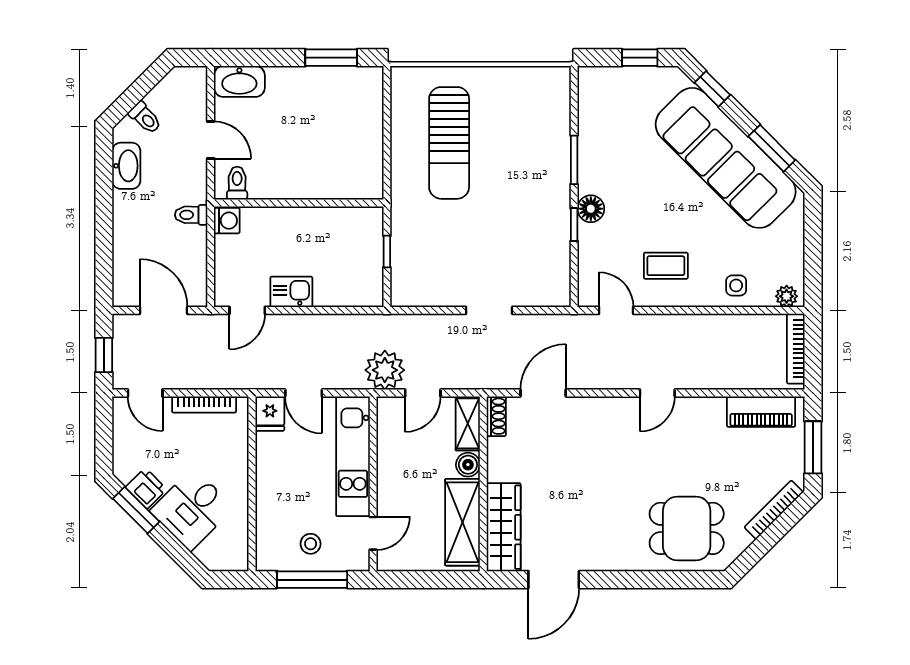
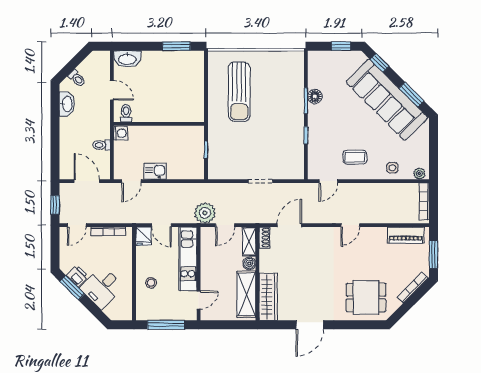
floor lamp: (591, 209) -> (315, 97), moved
toilet: (191, 215) -> (102, 145), moved
door: (616, 310) -> (328, 181), swing flipped
door: (145, 393) -> (77, 225), hinge flipped
stool: (311, 544) -> (151, 283), moved
door: (554, 580) -> (310, 325), moved

